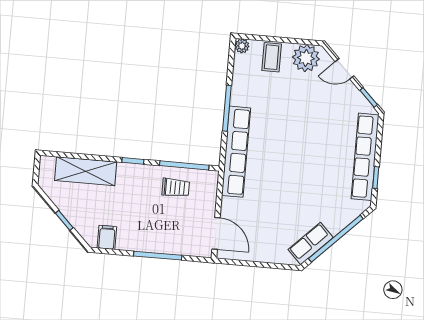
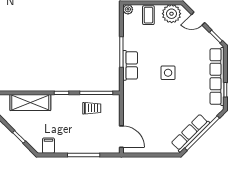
side table: (293, 145) -> (168, 73), added
row of seats: (236, 152) -> (130, 65), width x0.50
row of seats: (311, 244) -> (190, 133), width x1.48

